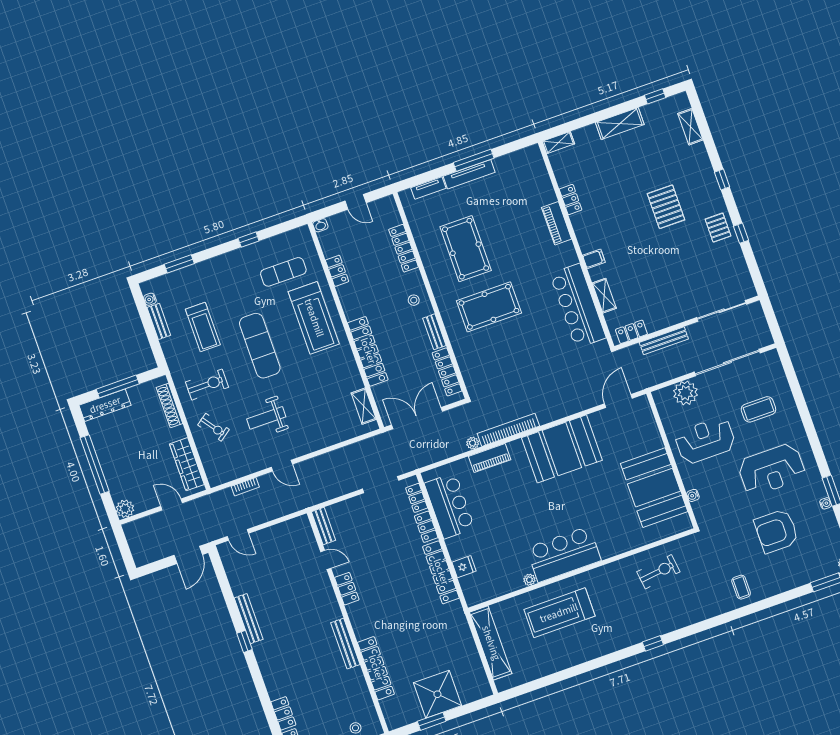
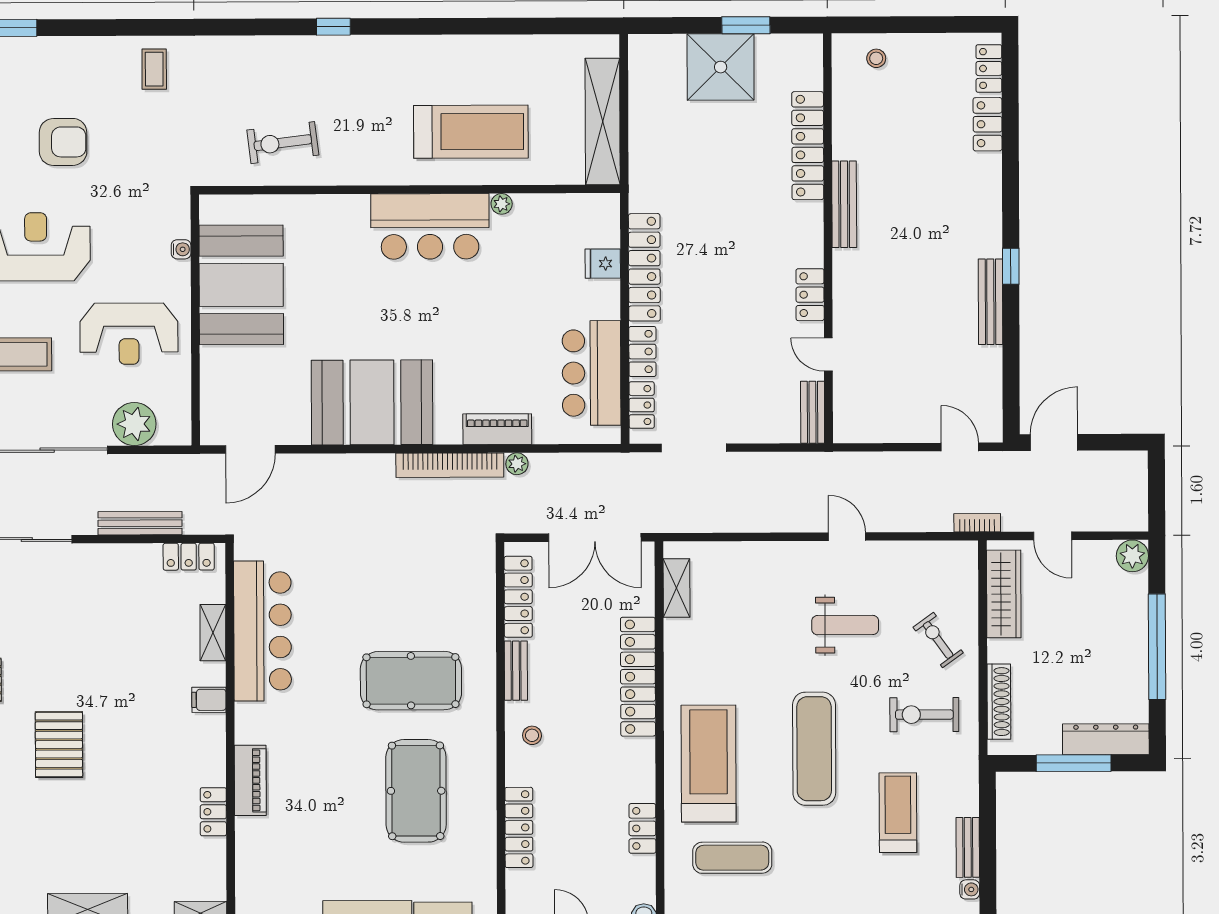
bookcase: (245, 487) -> (977, 523), moved
armchair: (776, 531) -> (63, 142), width x0.73, depth x0.73

